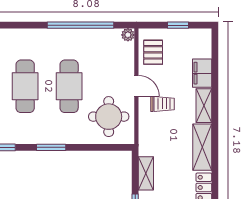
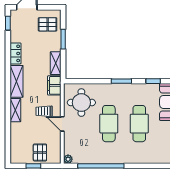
pallet: (153, 52) -> (40, 152), moved
filing cabinet: (202, 73) -> (54, 85), moved, turned 180

